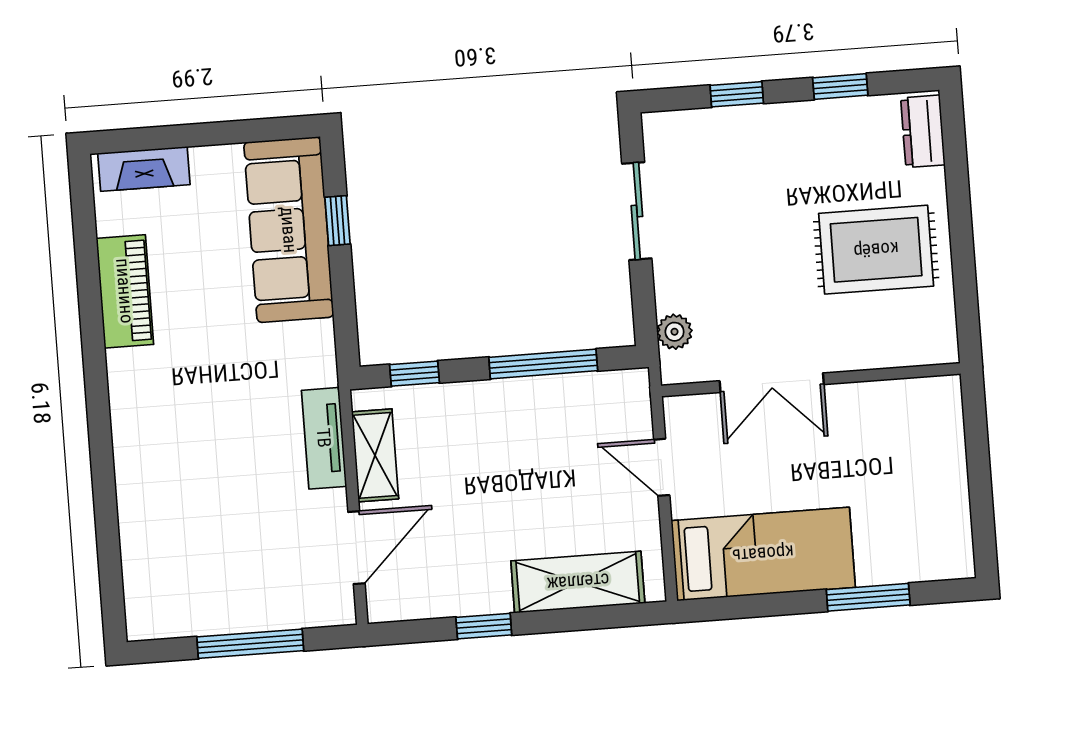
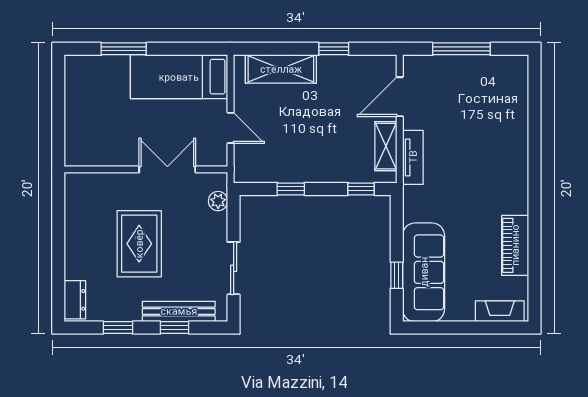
bench: (731, 124) -> (179, 311), added
rug: (876, 250) -> (139, 244), moved, turned 90
window: (543, 364) -> (291, 189), width x0.46

